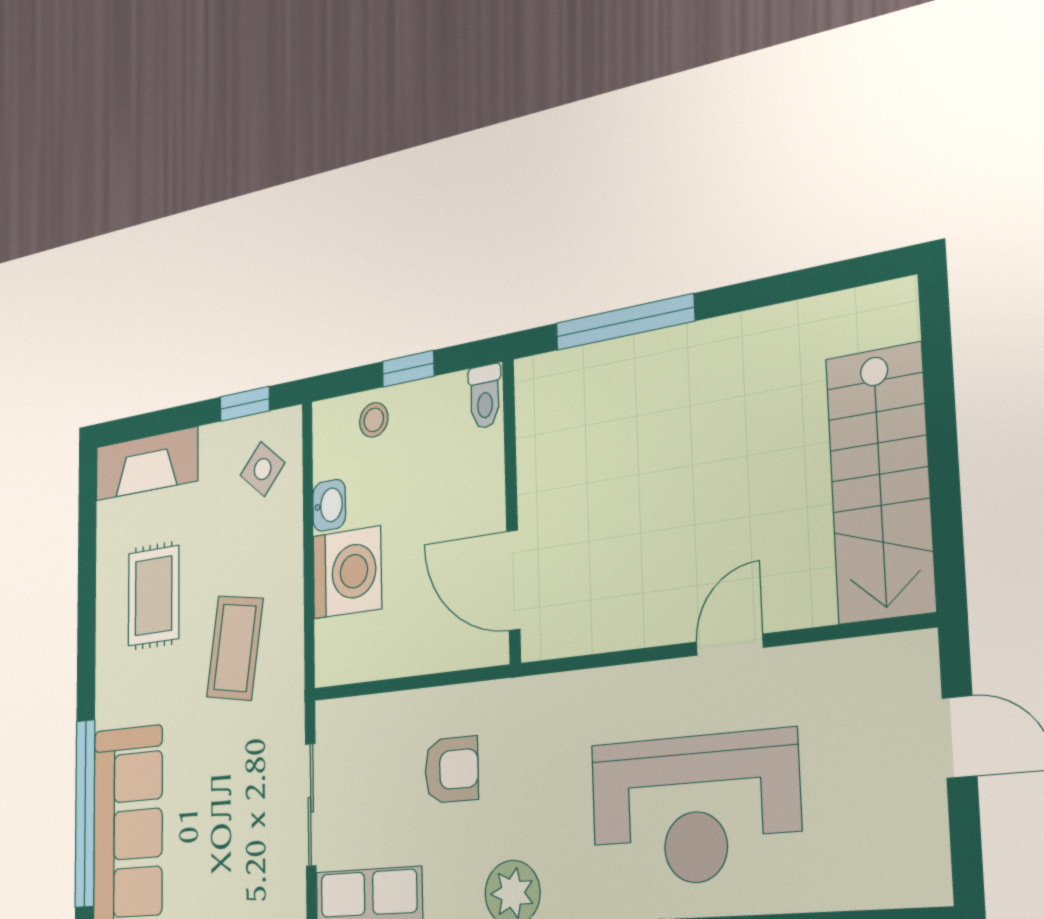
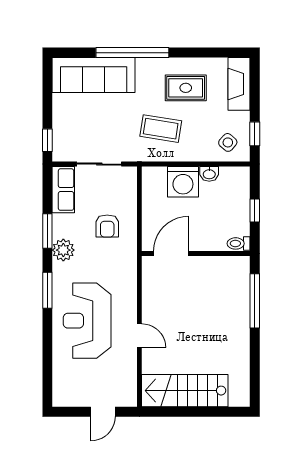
stool: (374, 420) -> (238, 195), removed
window: (85, 813) -> (132, 53), moved

